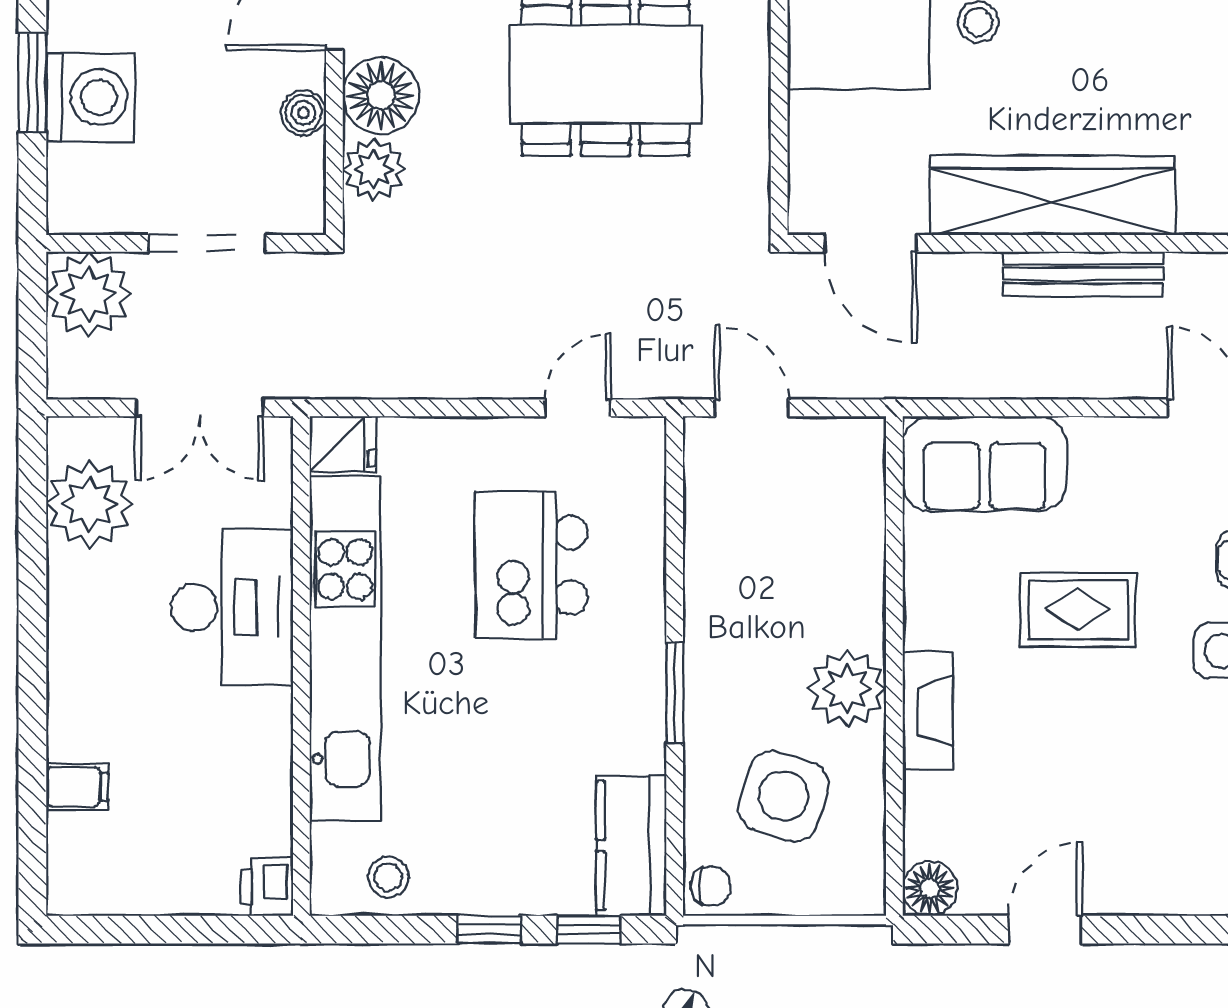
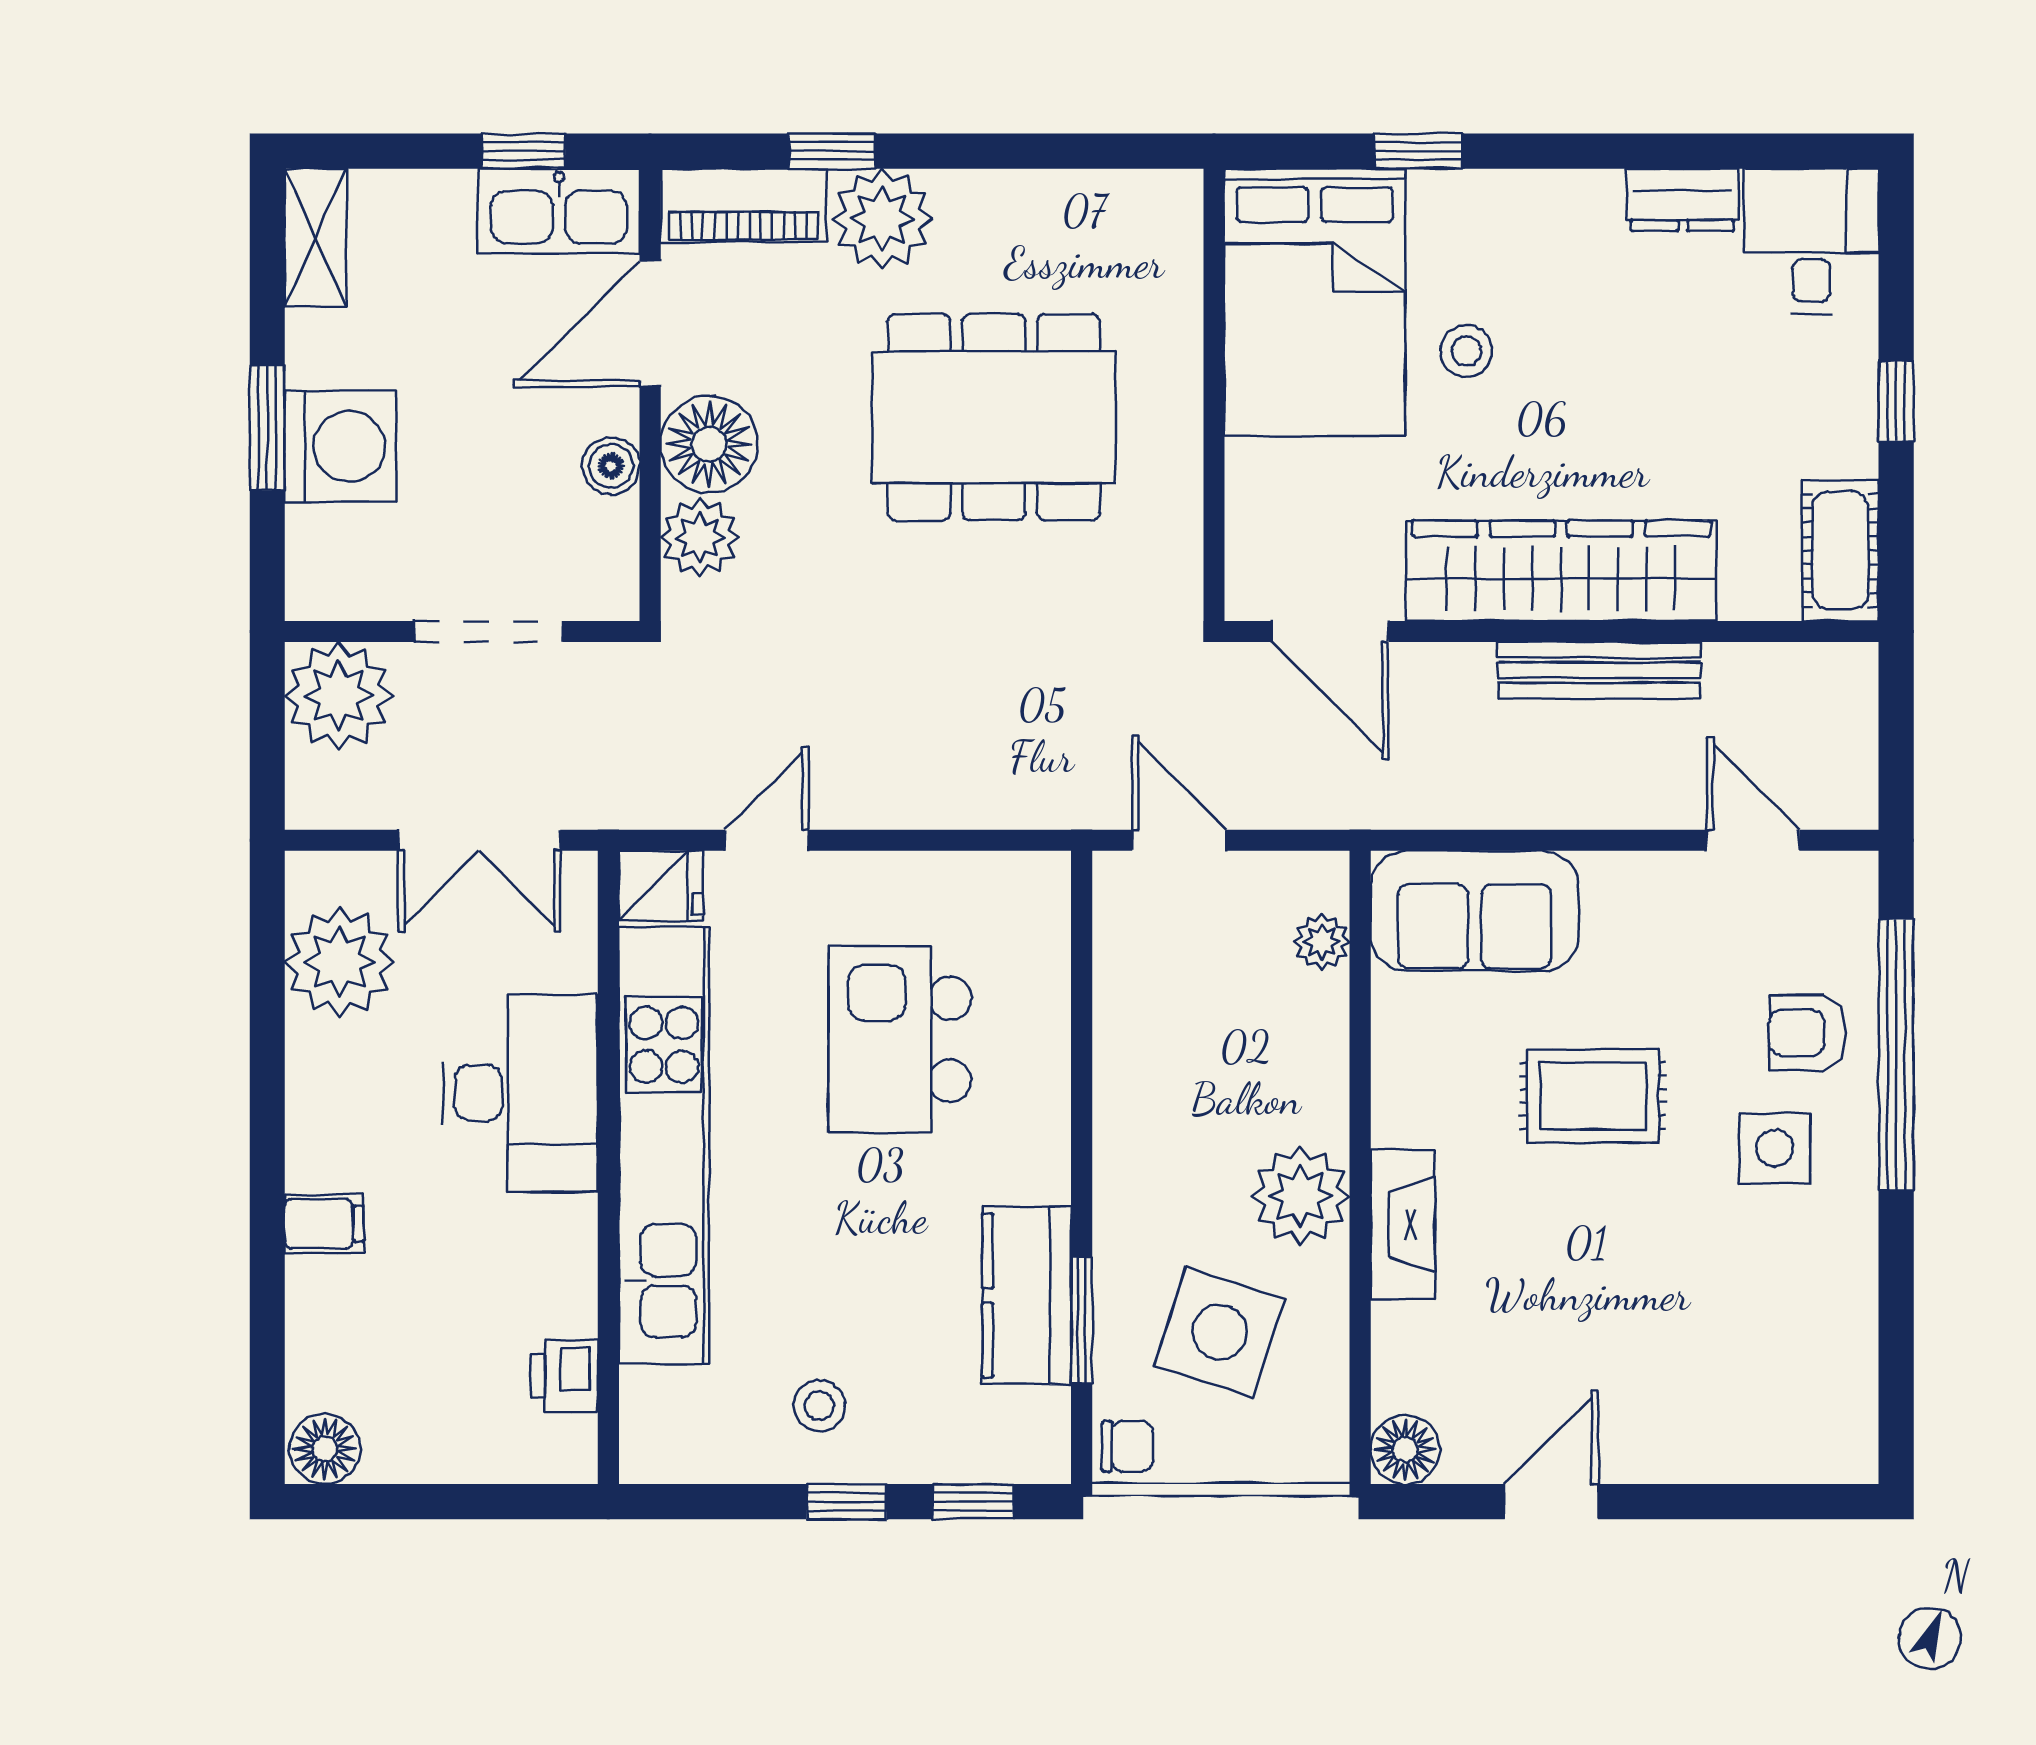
door: (578, 408) -> (767, 840), moved
plant: (864, 488) -> (1322, 942), added
window: (675, 693) -> (1082, 1320), moved
filing cabinet: (77, 787) -> (324, 1224), moved
kitchen counter: (631, 846) -> (1027, 1296), moved
stool: (388, 877) -> (819, 1406), moved
printer: (267, 887) -> (565, 1376), moved
floor lamp: (78, 888) -> (325, 1449), added

